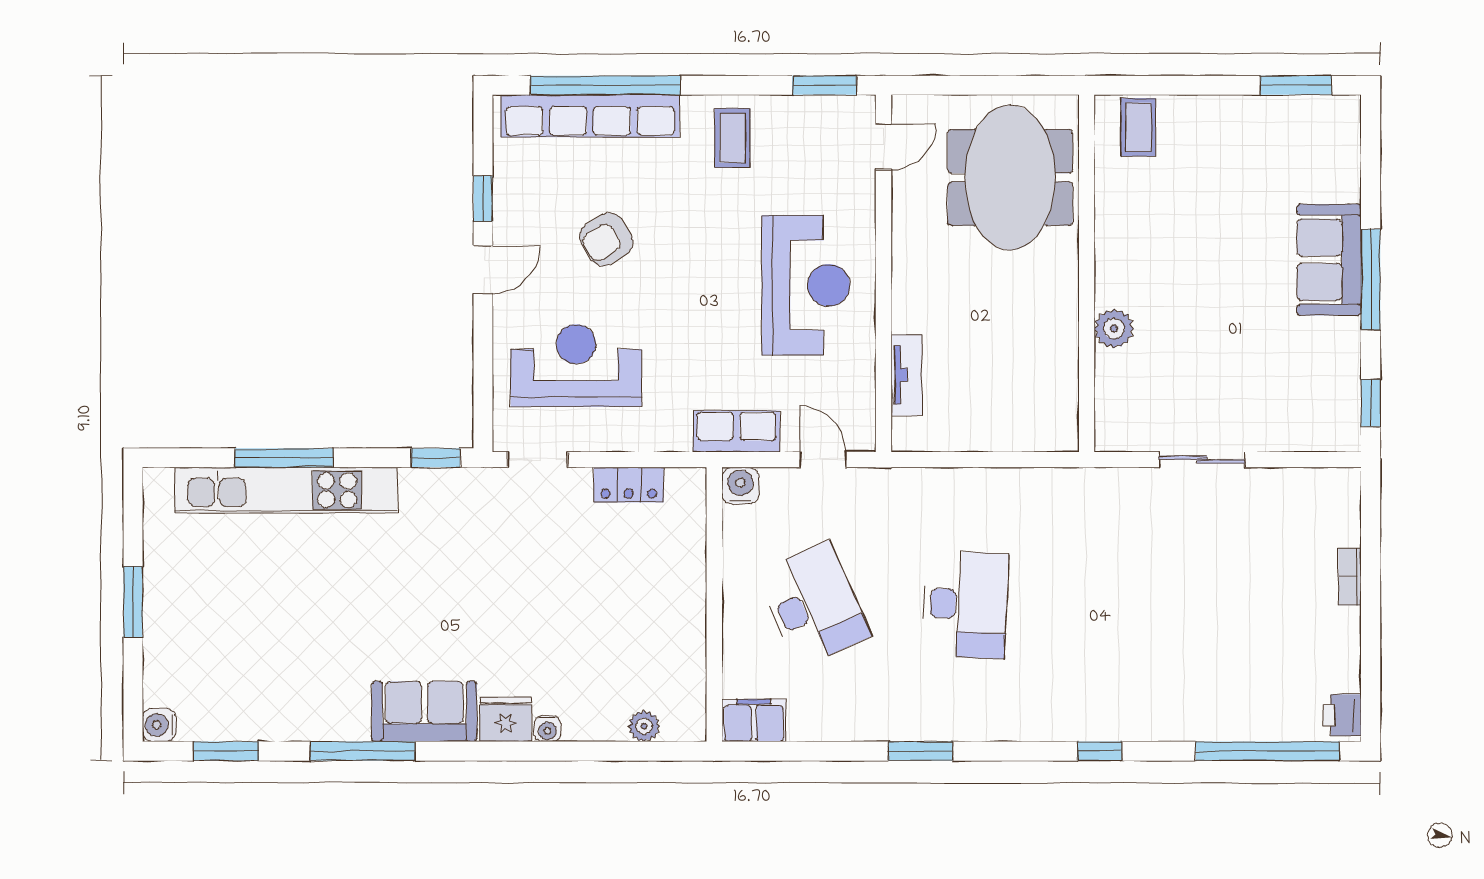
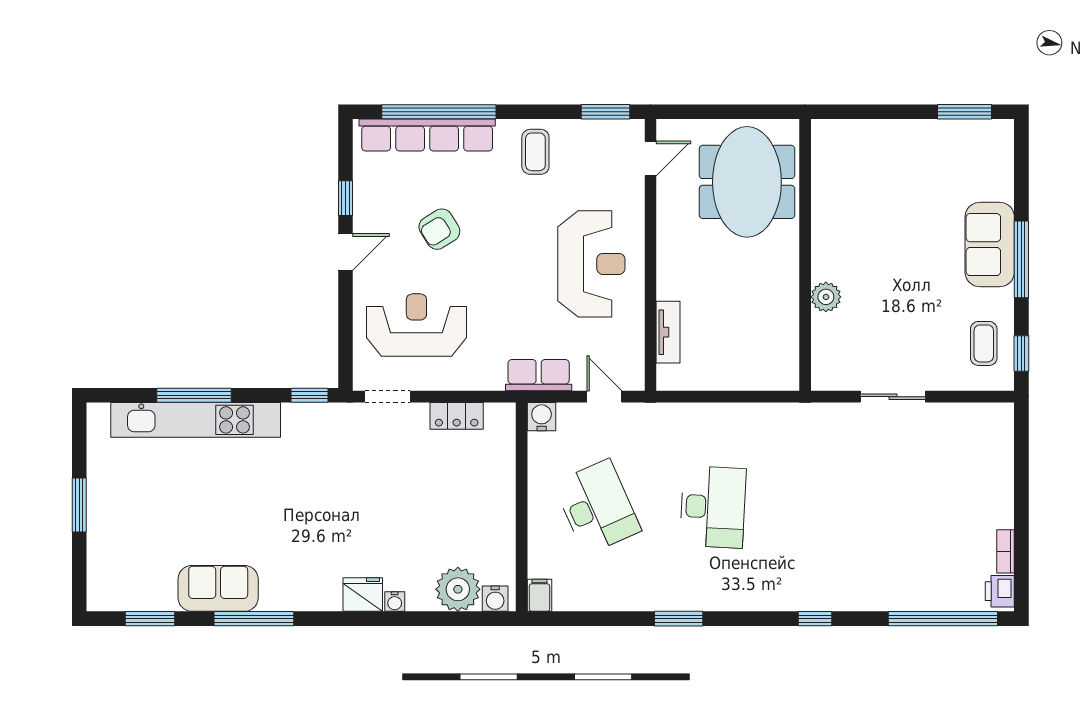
coffee table: (1138, 127) -> (984, 343), moved
bookcase: (1350, 577) -> (1006, 551), moved
sofa: (424, 711) -> (218, 588), moved
filing cabinet: (754, 720) -> (540, 595), width x0.50
water cooler: (159, 725) -> (495, 599), moved, turned -90
plant: (644, 726) -> (458, 589), width x1.88, depth x1.88

